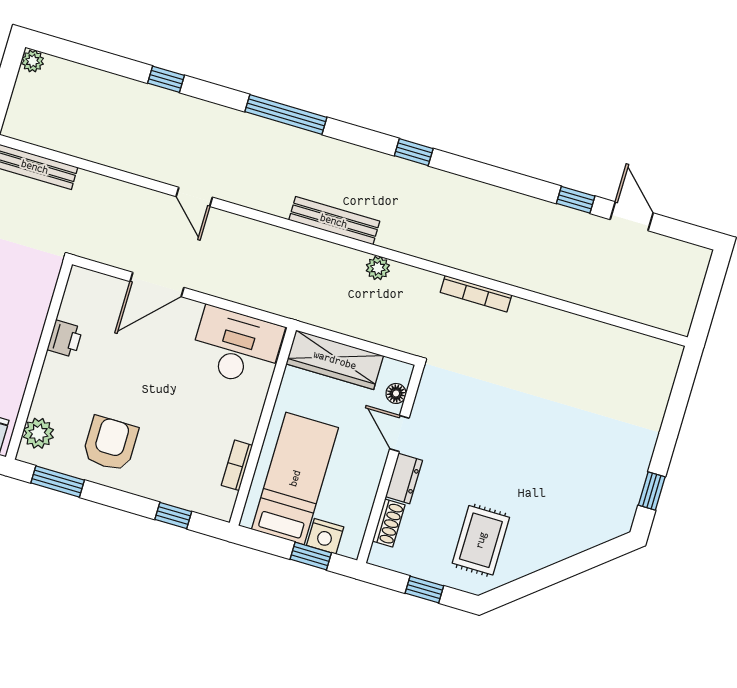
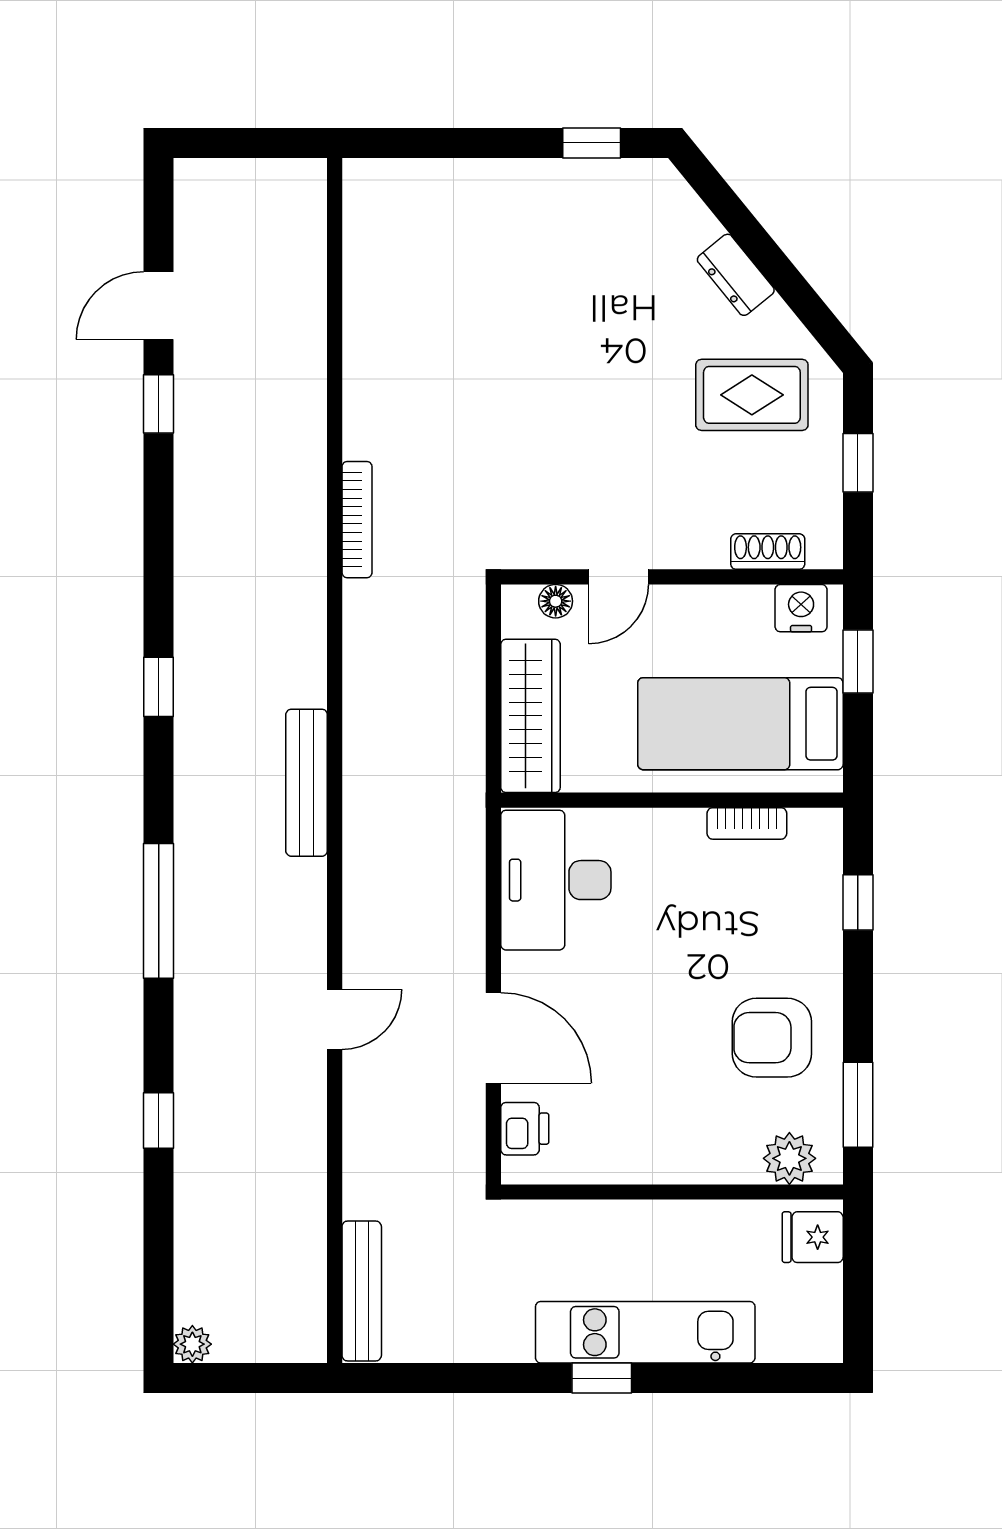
plant: (378, 268) -> (362, 690), removed
printer: (65, 339) -> (525, 1129), moved, turned 90
dresser: (404, 479) -> (736, 275), moved, turned -129
nightstand: (325, 536) -> (801, 608), moved, turned -90

